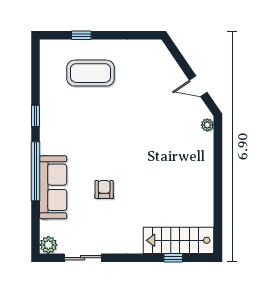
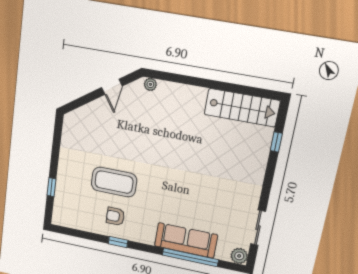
coffee table: (91, 73) -> (114, 182), moved, turned 90
window: (36, 171) -> (190, 257), moved
armchair: (104, 189) -> (115, 216), moved
stairs: (179, 240) -> (242, 108), moved, turned -90

